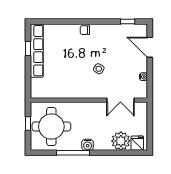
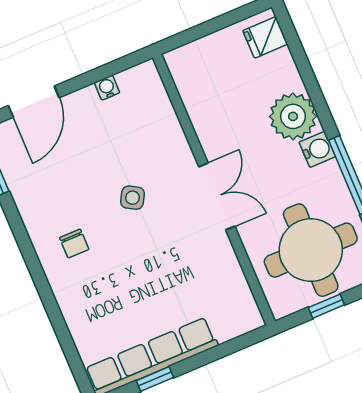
chair: (85, 30) -> (74, 244), moved
double door: (120, 100) -> (217, 196), moved
plant: (121, 141) -> (293, 116), moved

